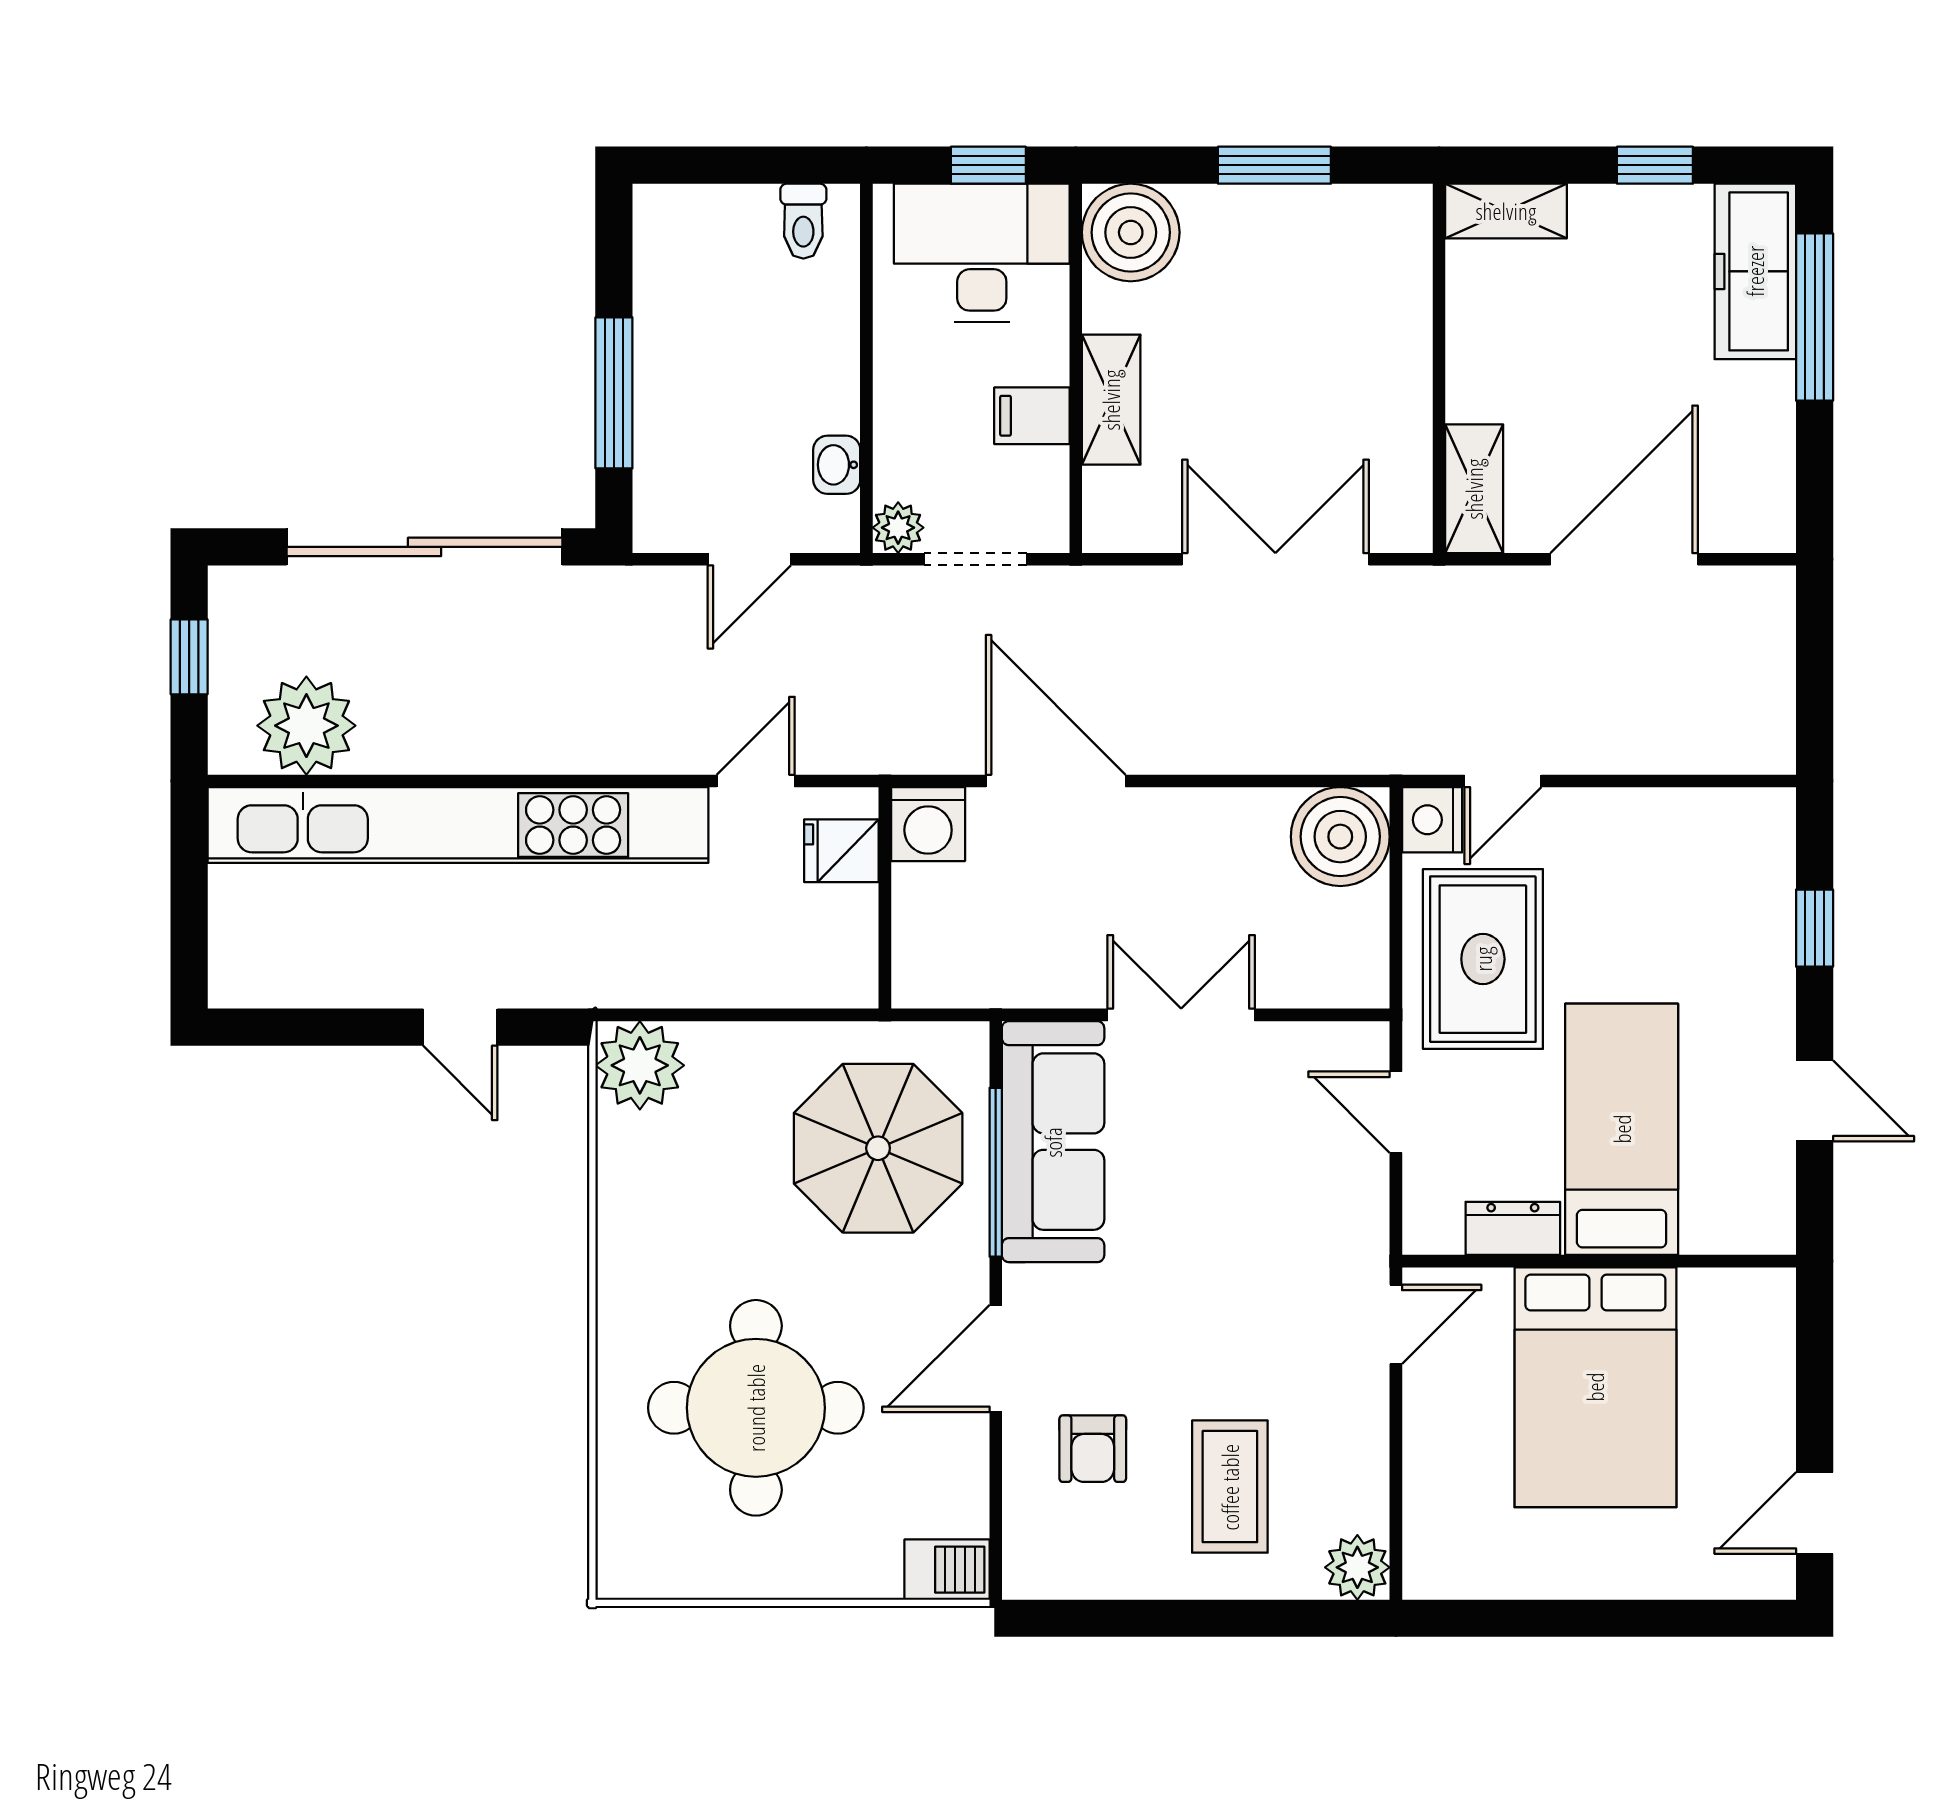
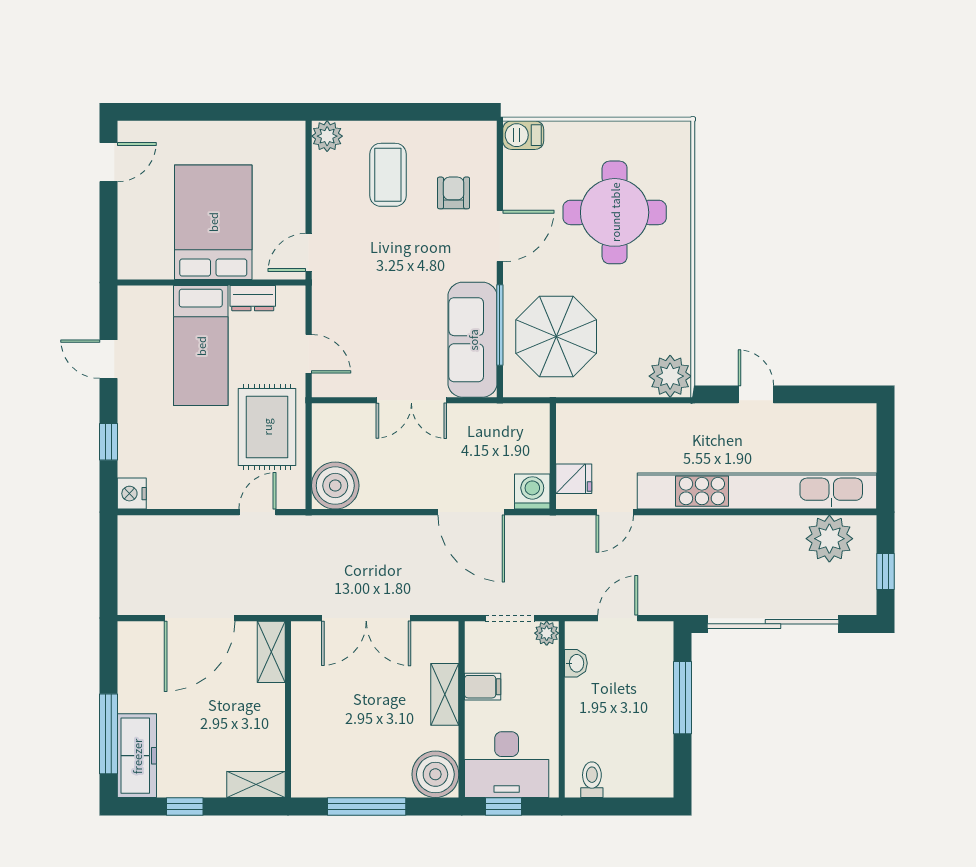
window: (1274, 165) -> (367, 806), width x1.44
nightstand: (1432, 820) -> (132, 494), moved, turned 180

